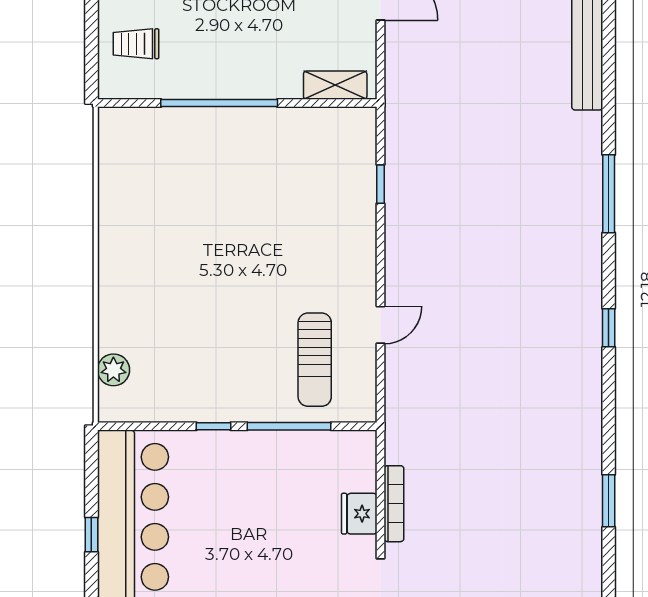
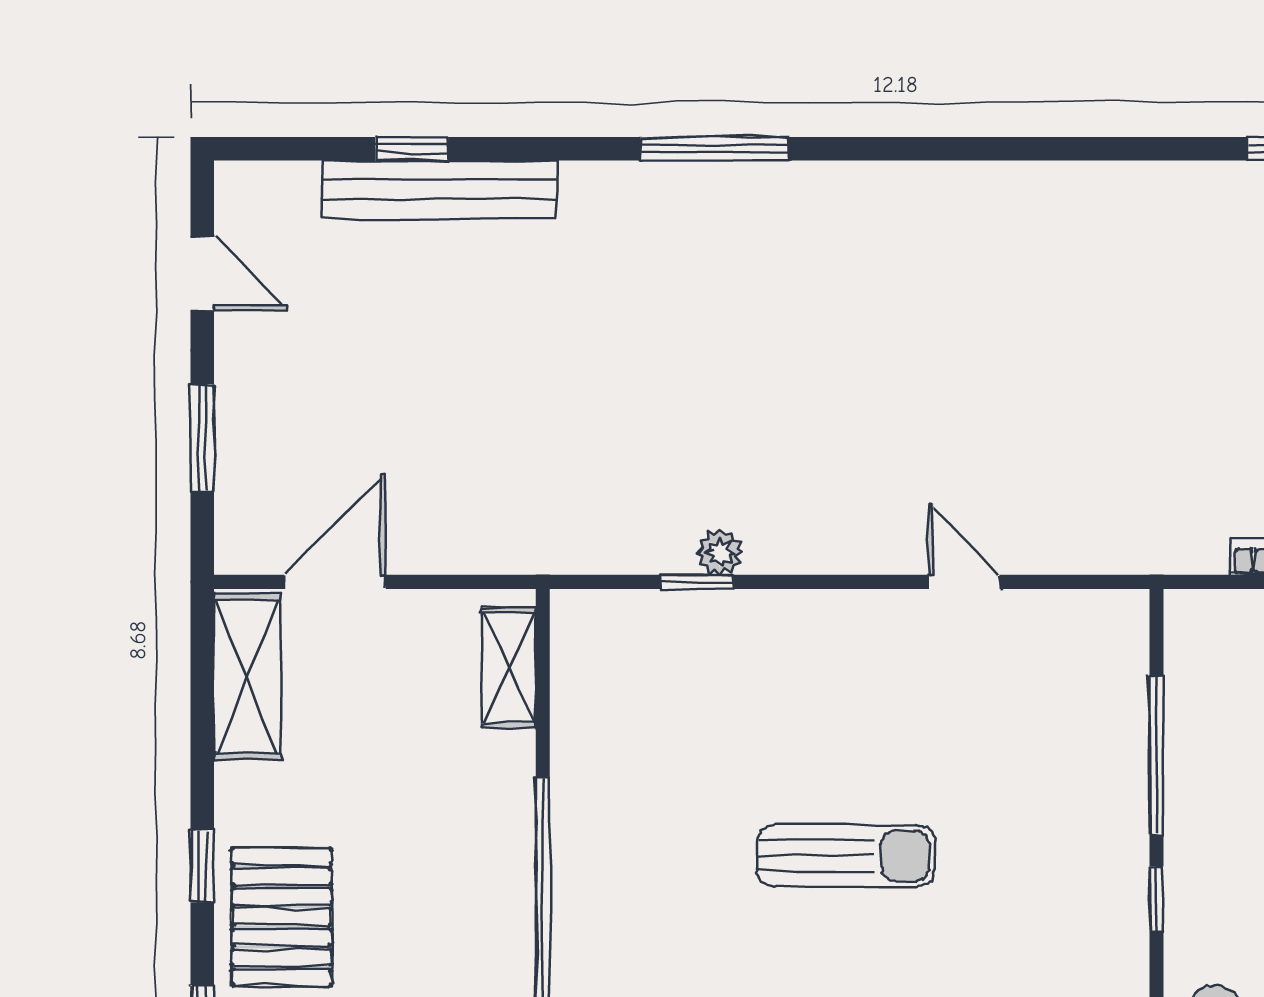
plant: (396, 196) -> (720, 552), added
window: (609, 328) -> (412, 149), moved
sun lounger: (315, 360) -> (846, 856), moved

